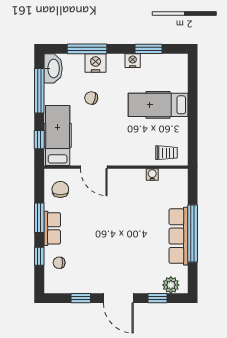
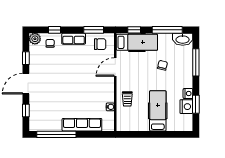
nightstand: (96, 63) -> (186, 107), moved
trolley: (167, 153) -> (127, 99), moved
window: (39, 218) -> (94, 30), moved
window: (193, 233) -> (56, 134), moved
row of seats: (178, 236) -> (82, 125), moved
plant: (171, 285) -> (35, 39), moved

